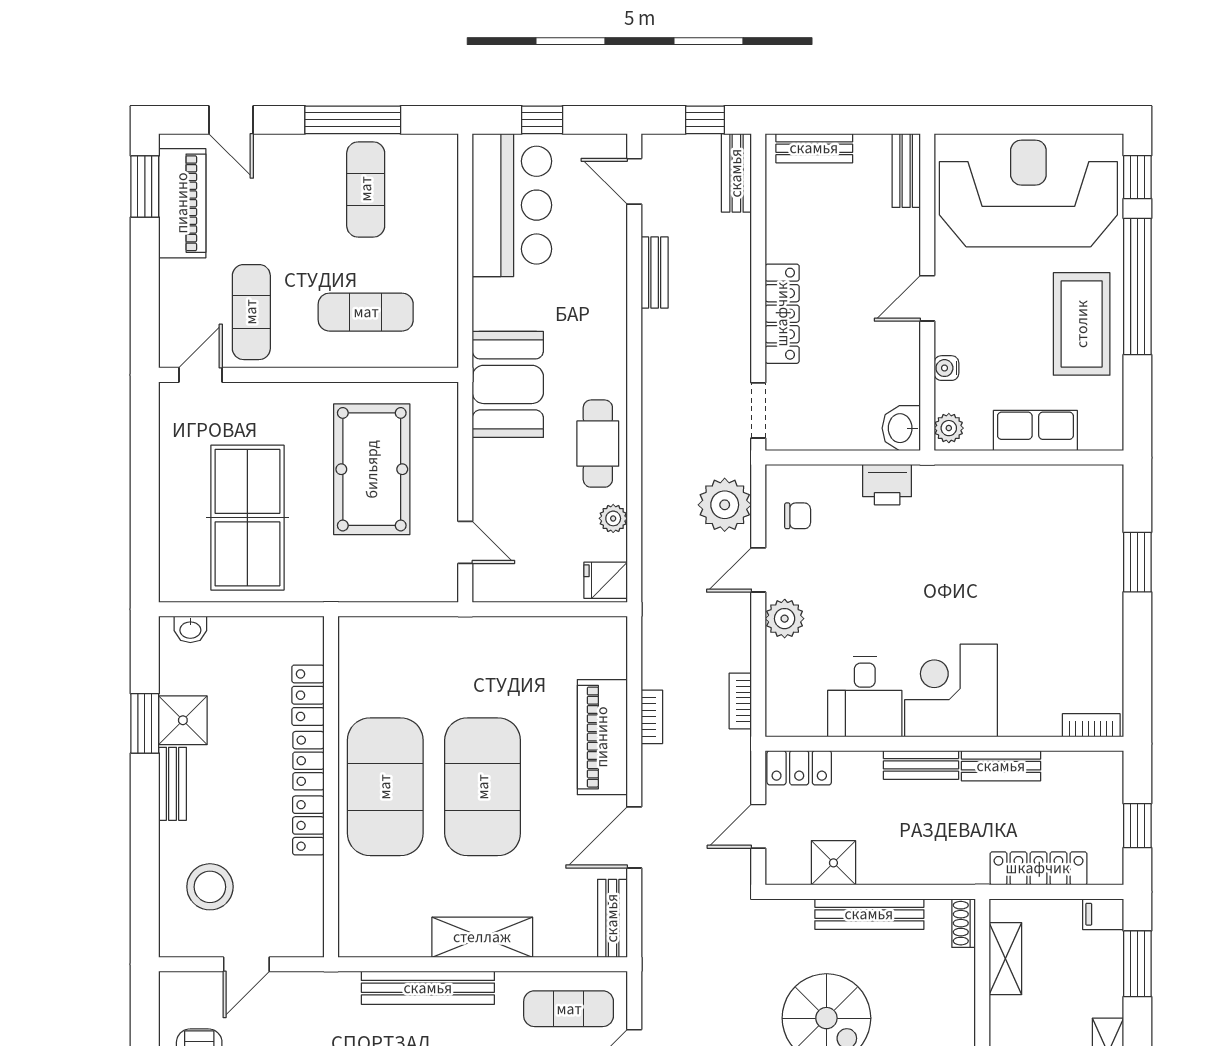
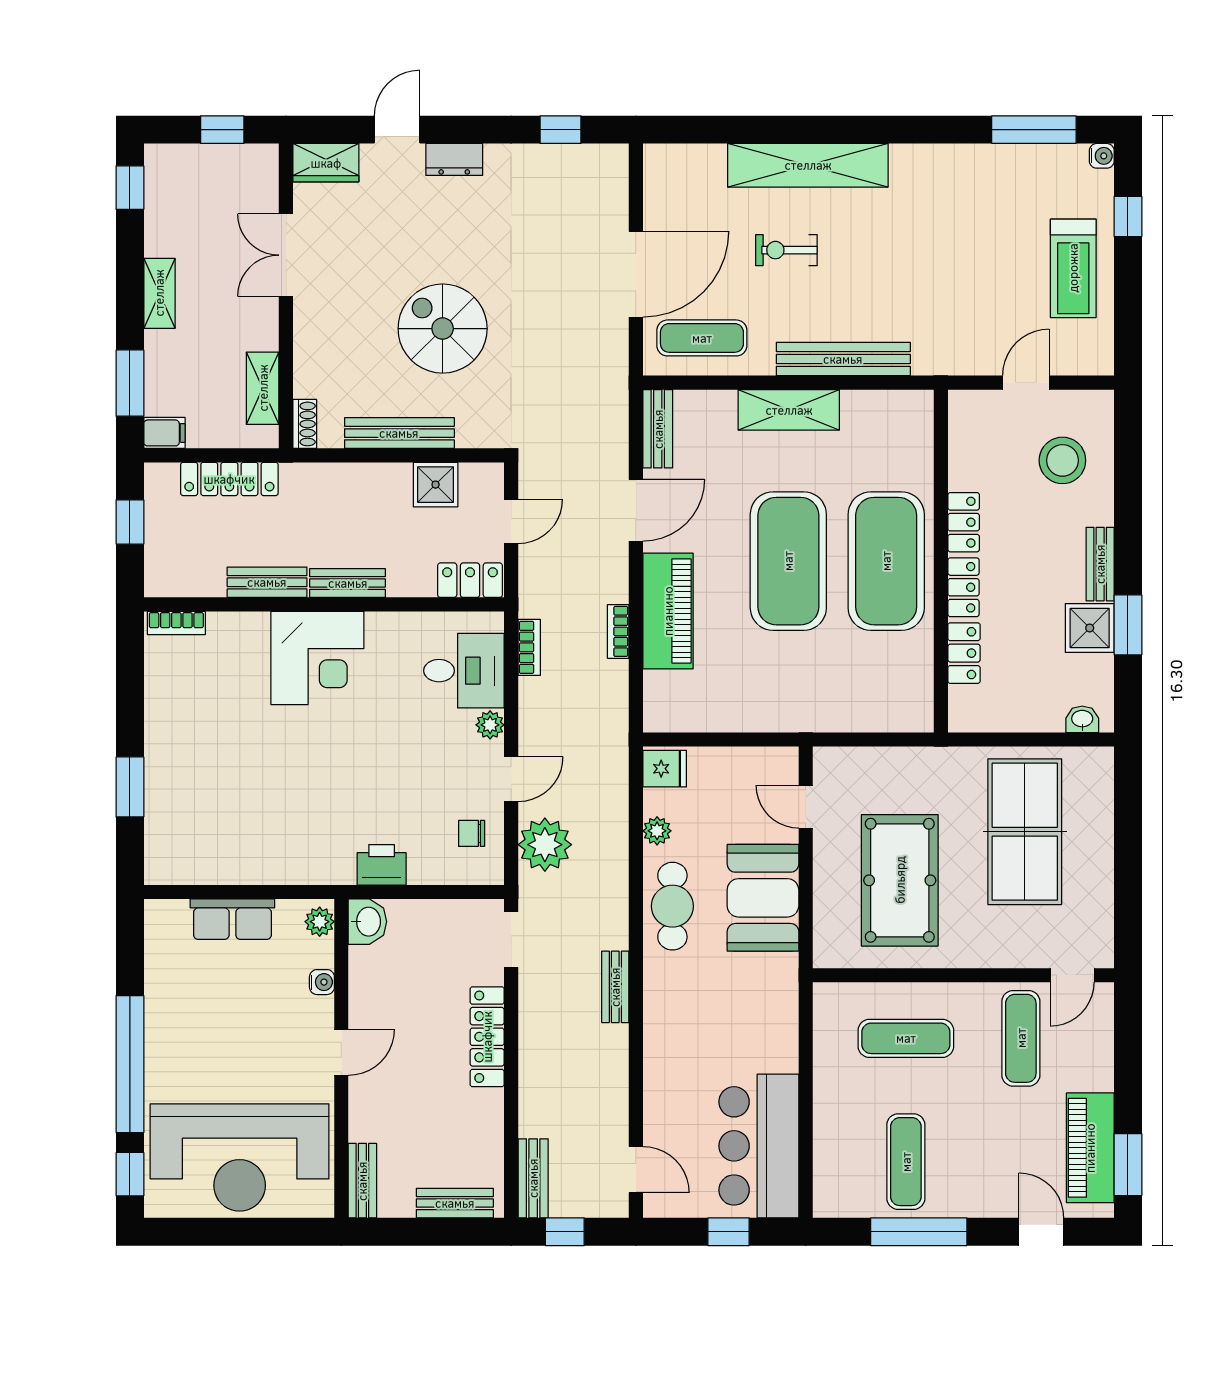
bench: (655, 273) -> (615, 987), moved
coffee table: (1082, 324) -> (186, 1026), removed
booth: (508, 384) -> (763, 898), moved
plant: (785, 619) -> (490, 725), width x0.73, depth x0.73
desk: (865, 697) -> (464, 671), moved, turned 90

